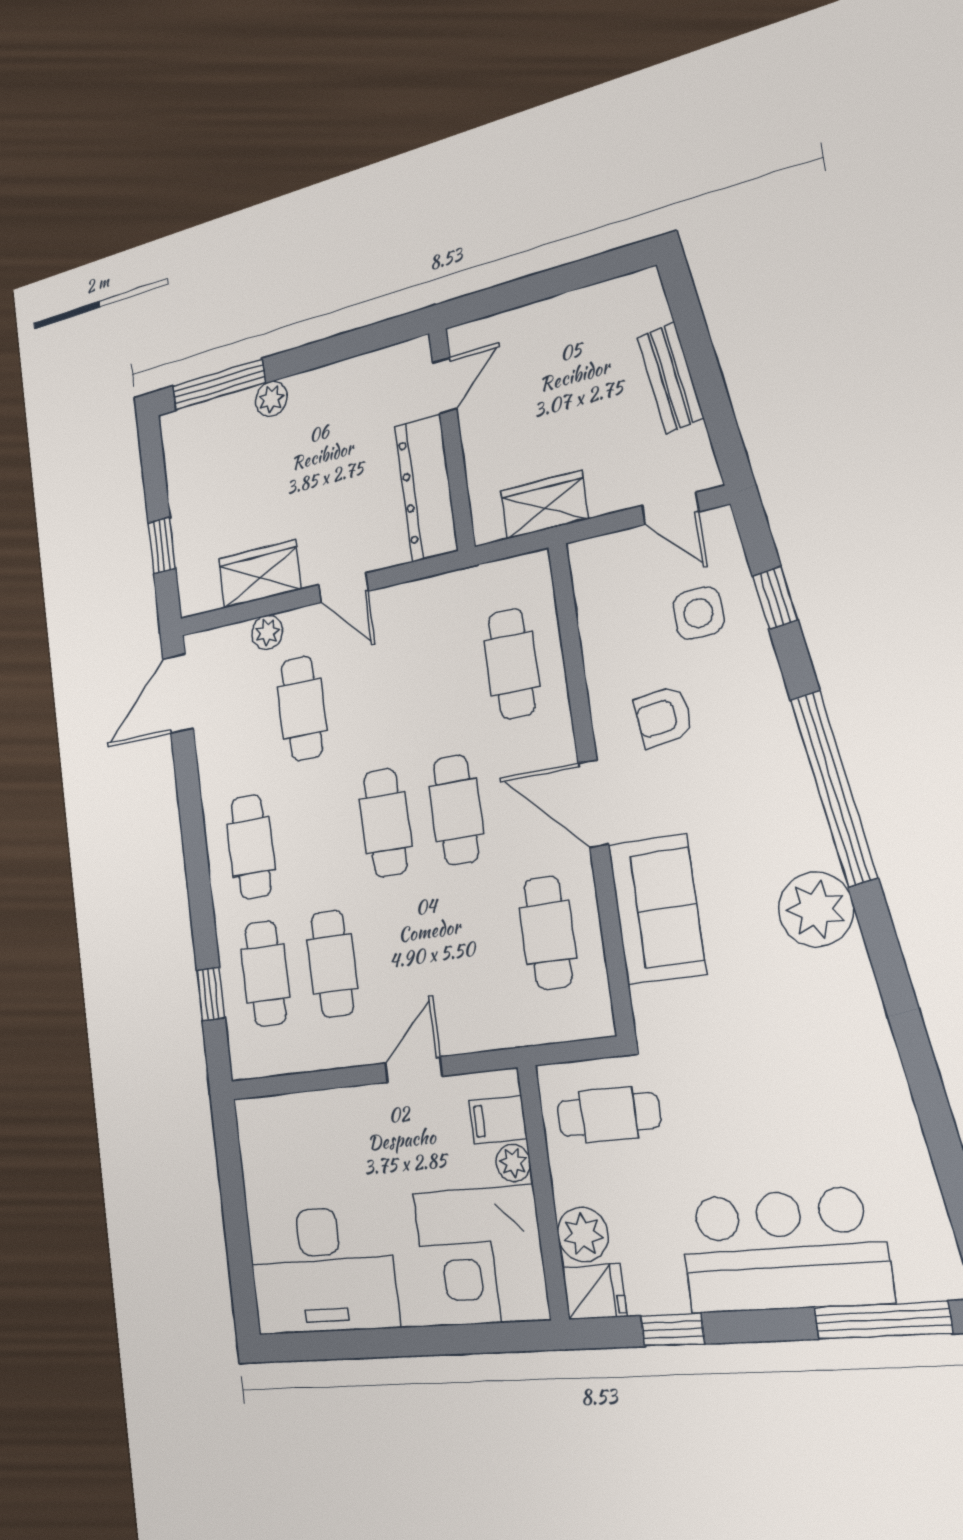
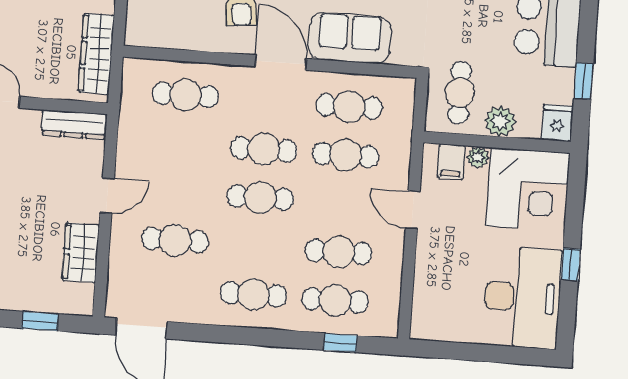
dresser: (426, 488) -> (74, 125), width x0.73, depth x0.80
wardrobe: (544, 505) -> (96, 54), width x1.50
plant: (267, 632) -> (120, 255), removed
door: (593, 804) -> (281, 63), swing flipped
cafe table: (473, 943) -> (346, 155), added
plant: (583, 1234) -> (500, 121), moved
window: (383, 1343) -> (570, 264), added

